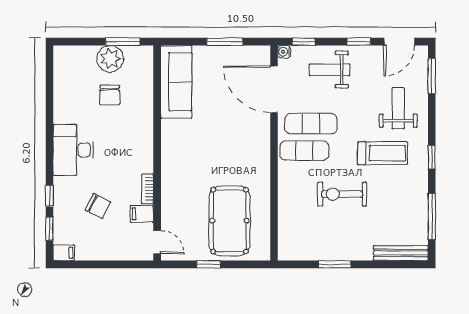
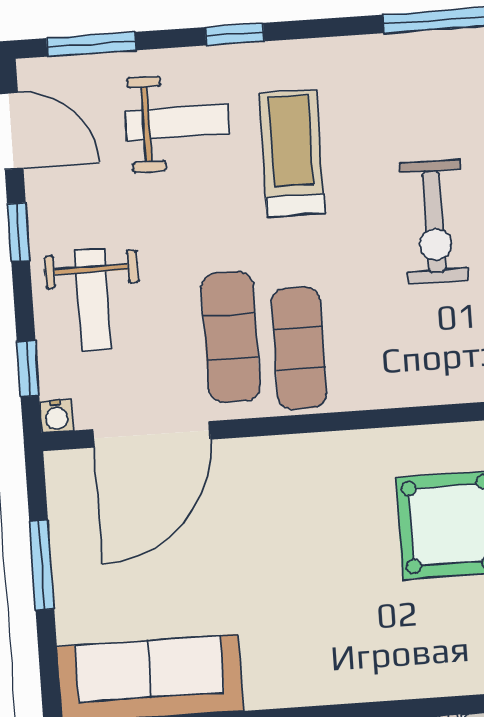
weight bench: (398, 108) -> (177, 122), turned 180
window: (432, 157) -> (235, 34), moved
exercise bike: (342, 194) -> (434, 222), moved

